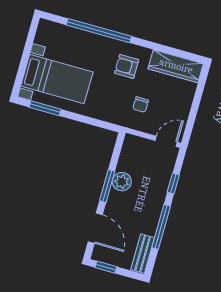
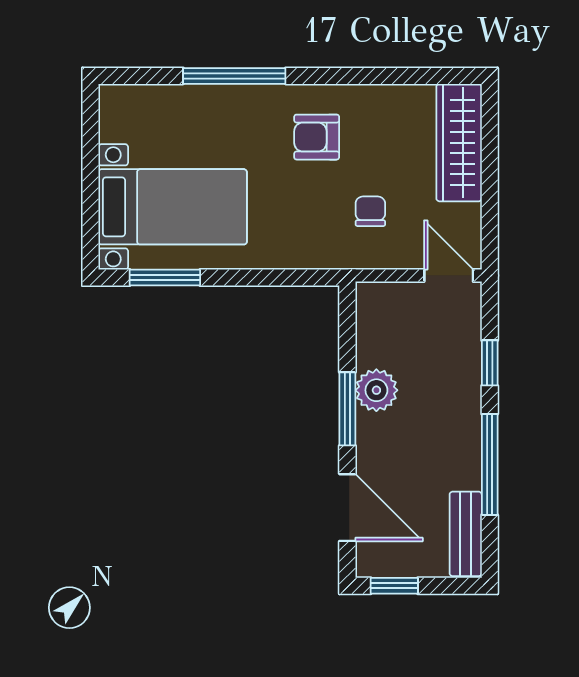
window: (99, 31) -> (234, 76), width x0.68
wardrobe: (176, 66) -> (459, 143), moved, turned 90
chair: (141, 105) -> (370, 211), turned 180
door: (166, 141) -> (449, 276), hinge flipped

